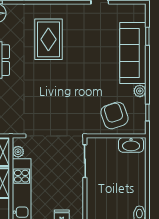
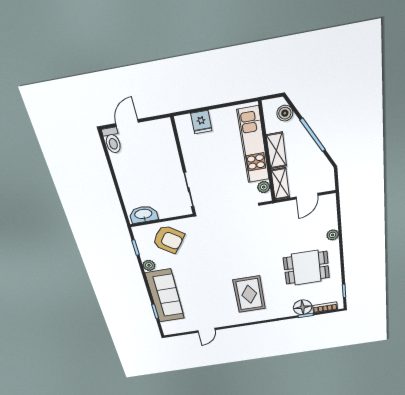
armchair: (114, 115) -> (168, 239), turned -35

